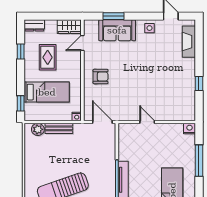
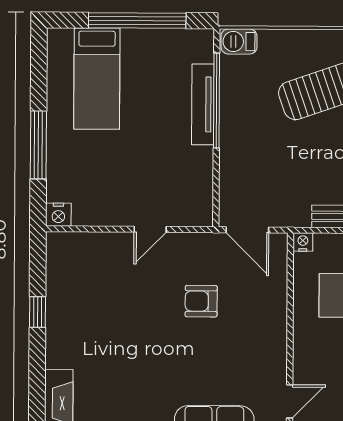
armchair: (101, 77) -> (201, 301), moved
door: (147, 122) -> (150, 229), hinge flipped

